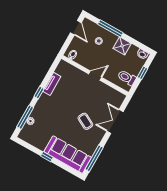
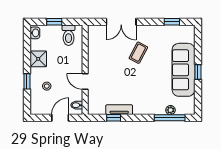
door: (76, 28) -> (60, 118), moved
window: (110, 29) -> (27, 81), width x0.46
door: (95, 76) -> (85, 81), moved
window: (39, 93) -> (114, 118), moved
sofa: (68, 155) -> (183, 70), moved
window: (94, 158) -> (172, 22), width x0.46

